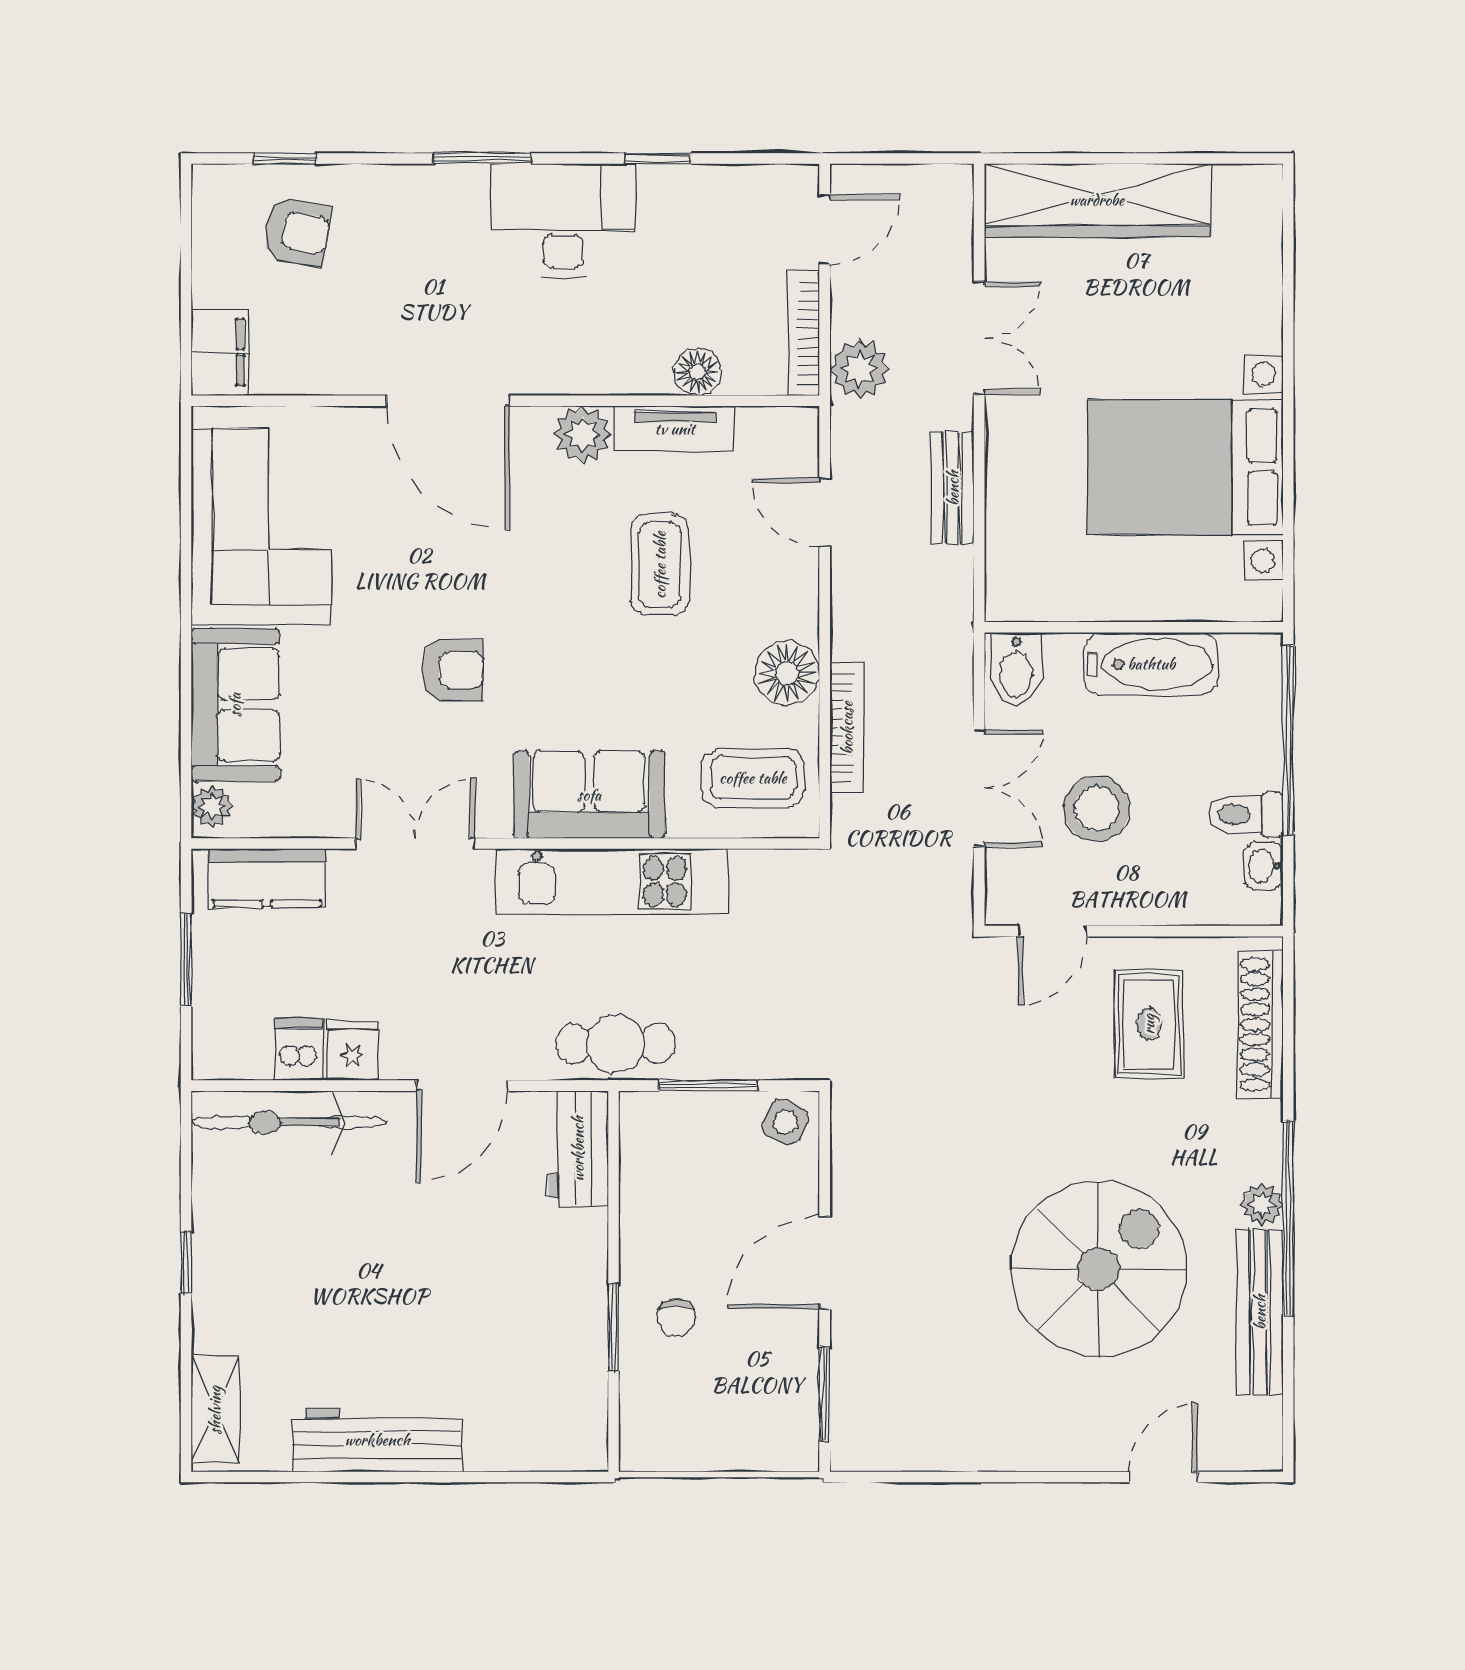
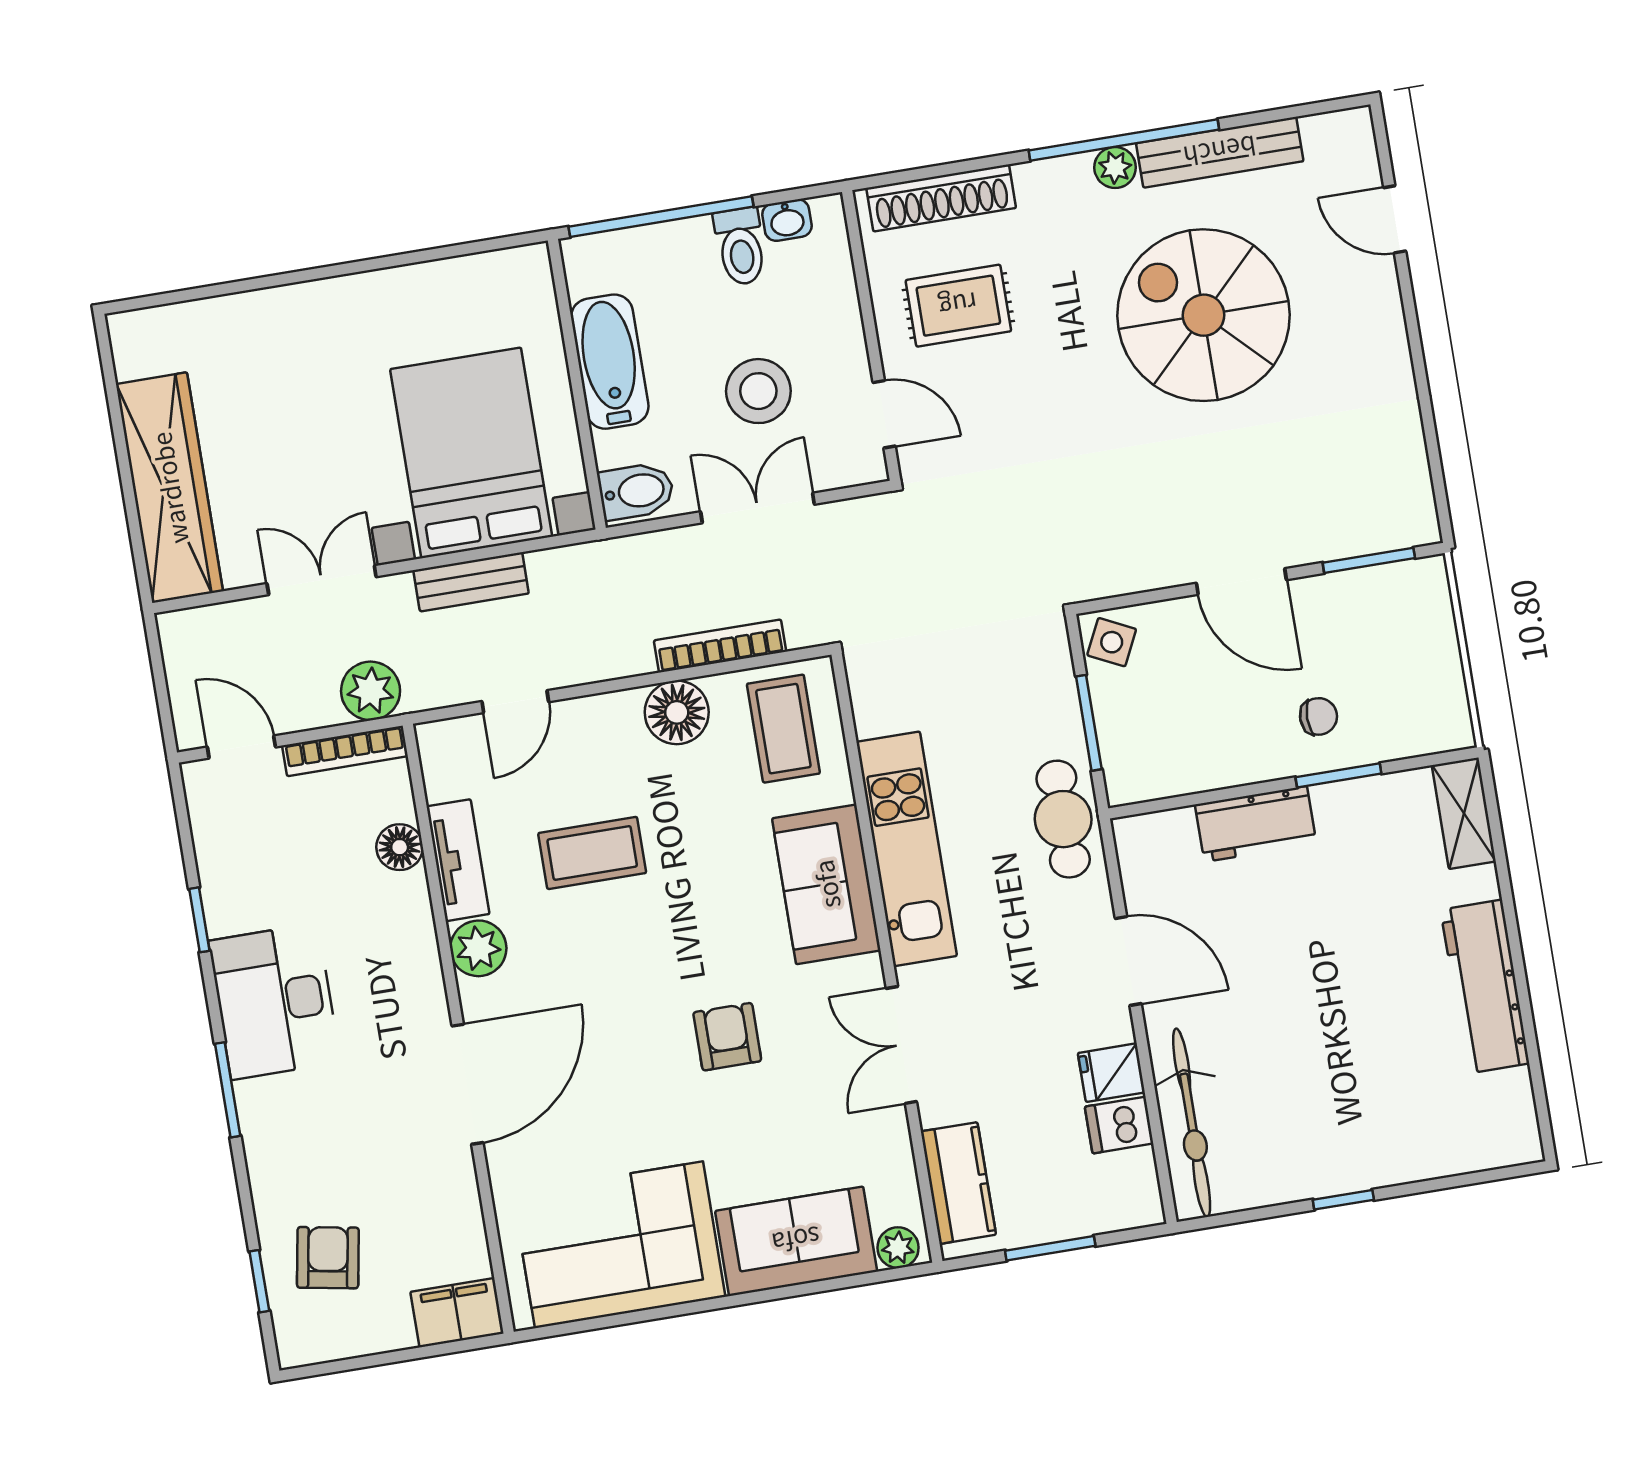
bed with nightstands: (1185, 467) -> (471, 453), moved, turned 180
workbench: (578, 1149) -> (1256, 824), moved
shelving: (215, 1410) -> (1464, 813), moved, turned 90

